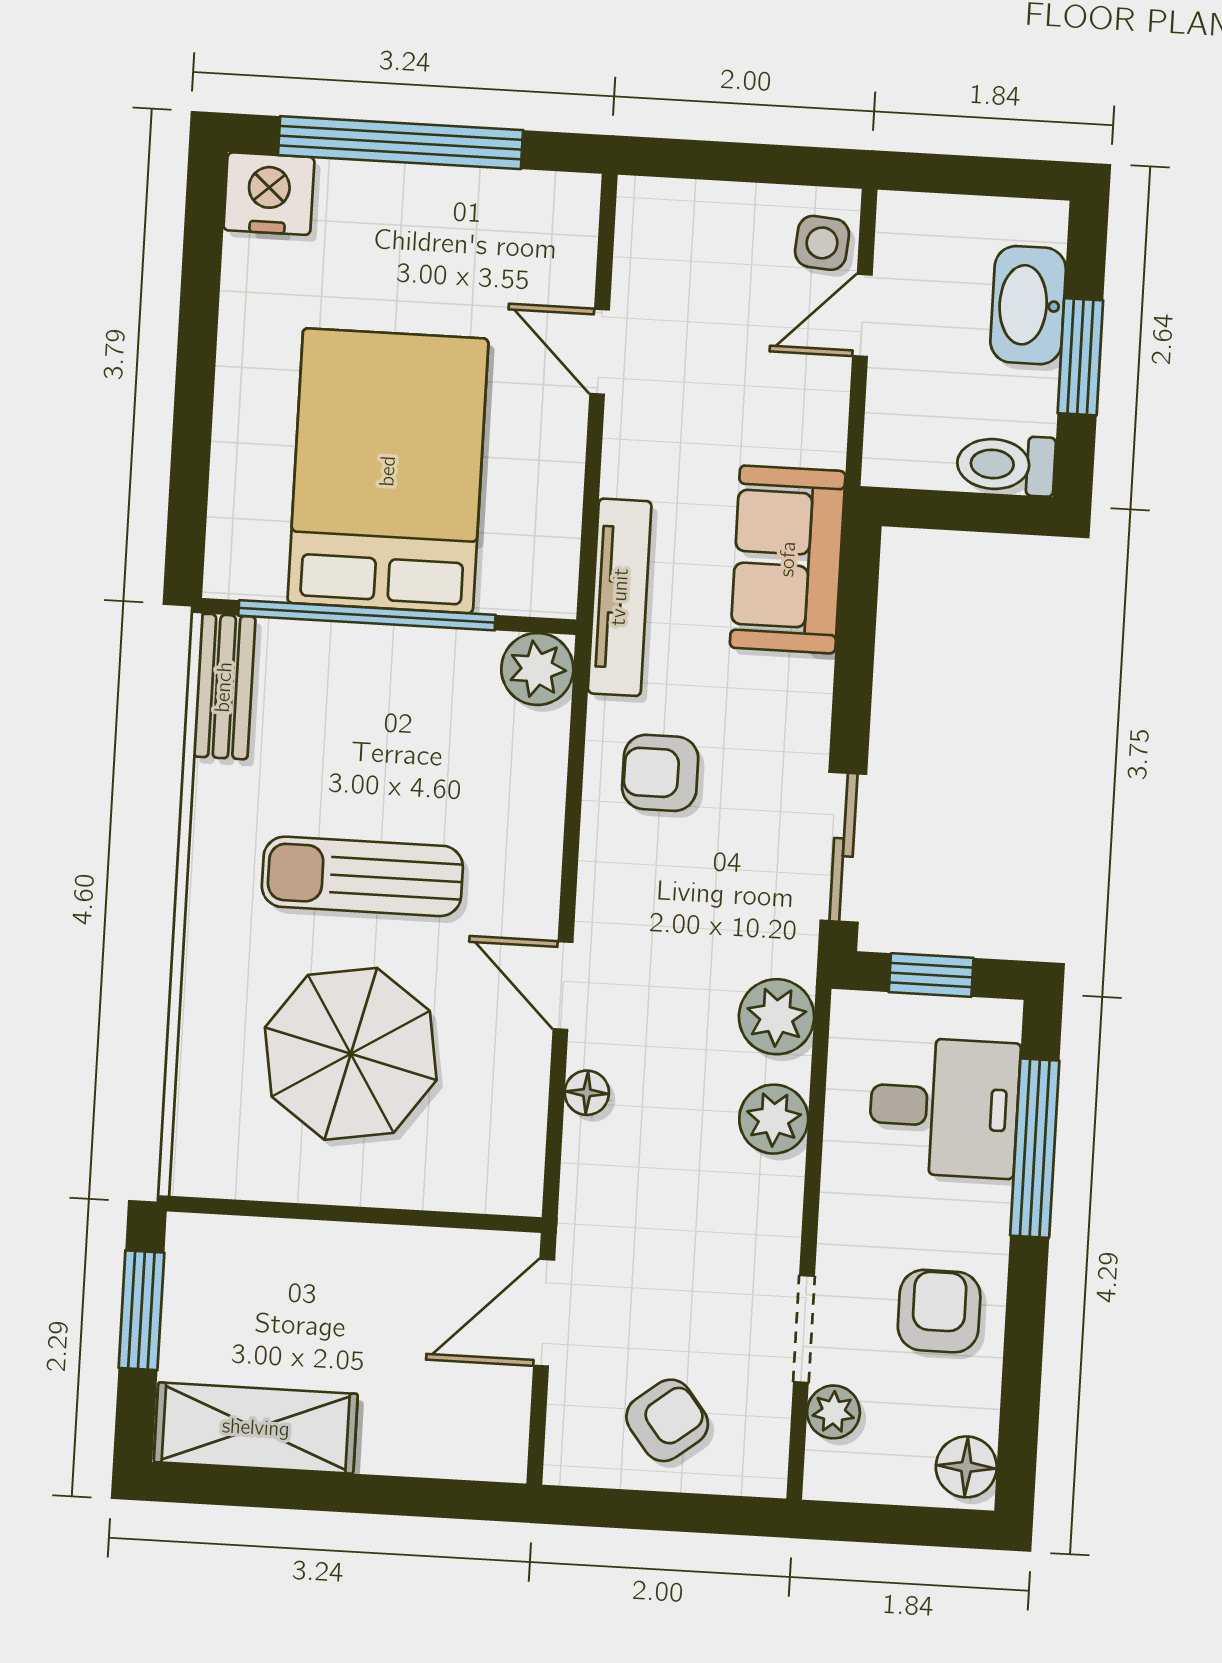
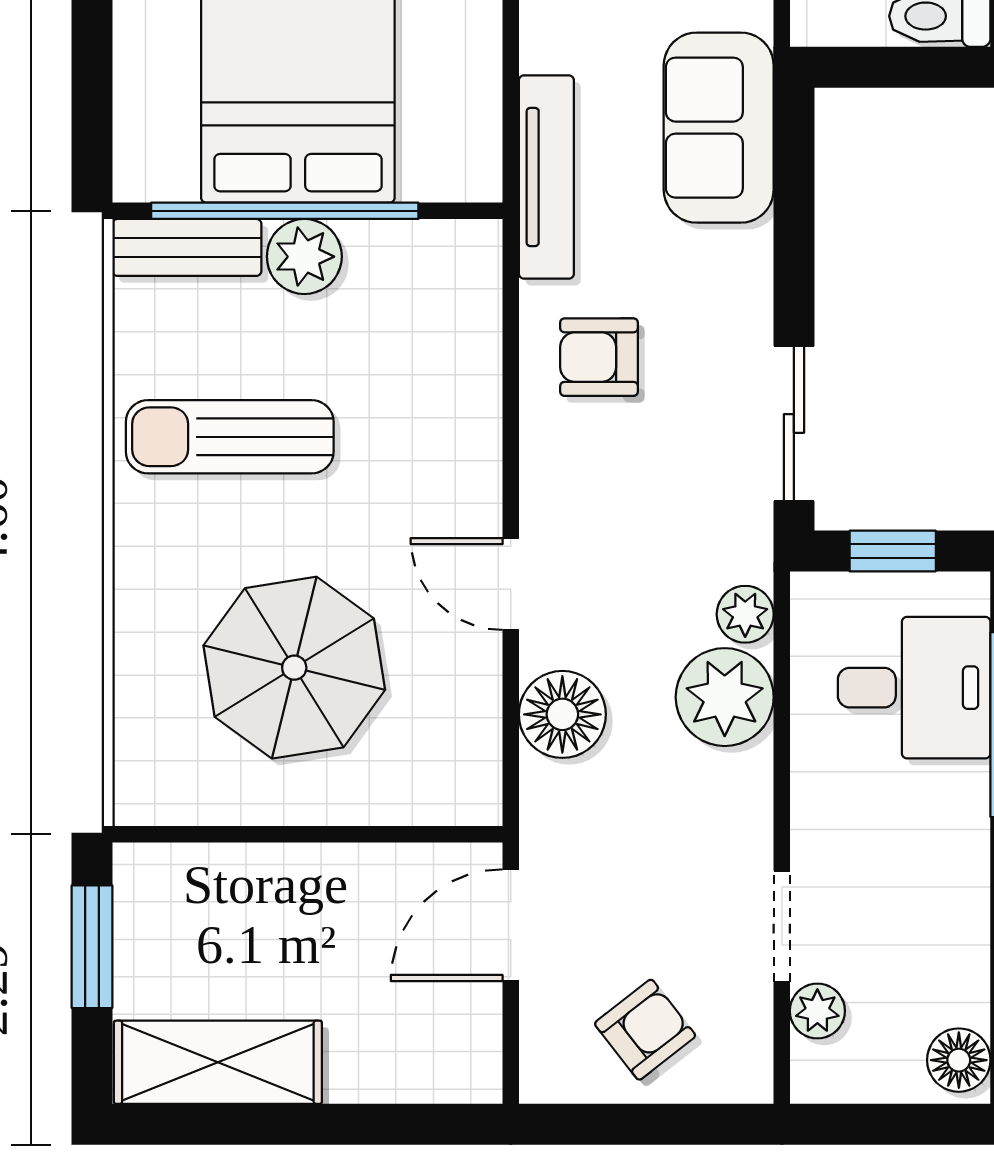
plant: (537, 669) -> (304, 257), moved
bench: (224, 687) -> (187, 247), moved, turned 90
sun lounger: (362, 876) -> (230, 437), moved
plant: (776, 1017) -> (745, 614), width x0.73, depth x0.73
floor lamp: (587, 1093) -> (562, 714), width x1.89, depth x1.89
plant: (774, 1119) -> (725, 697), width x1.36, depth x1.36
armchair: (939, 1311) -> (921, 900), removed

